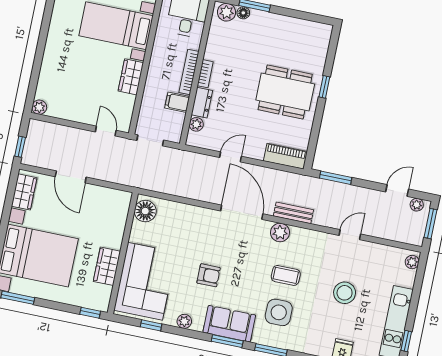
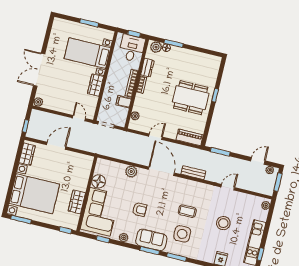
double door: (39, 55) -> (39, 70), added
dresser: (202, 103) -> (147, 68), moved
door: (71, 177) -> (56, 146), swing flipped
floor lamp: (145, 211) -> (98, 181), moved
plant: (280, 232) -> (131, 172), moved

